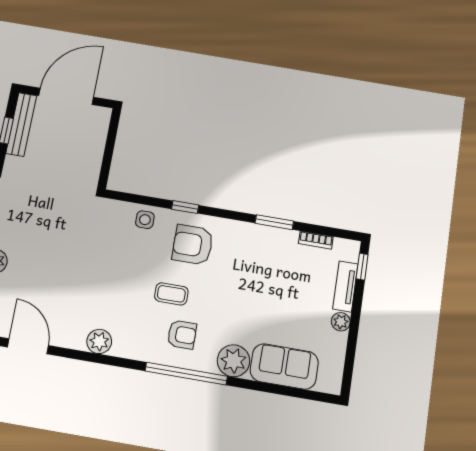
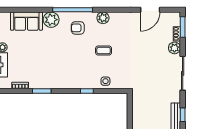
armchair: (193, 245) -> (80, 73), removed
coffee table: (171, 294) -> (104, 51), moved
plant: (99, 341) -> (103, 18), moved
door: (28, 346) -> (150, 10), hinge flipped

